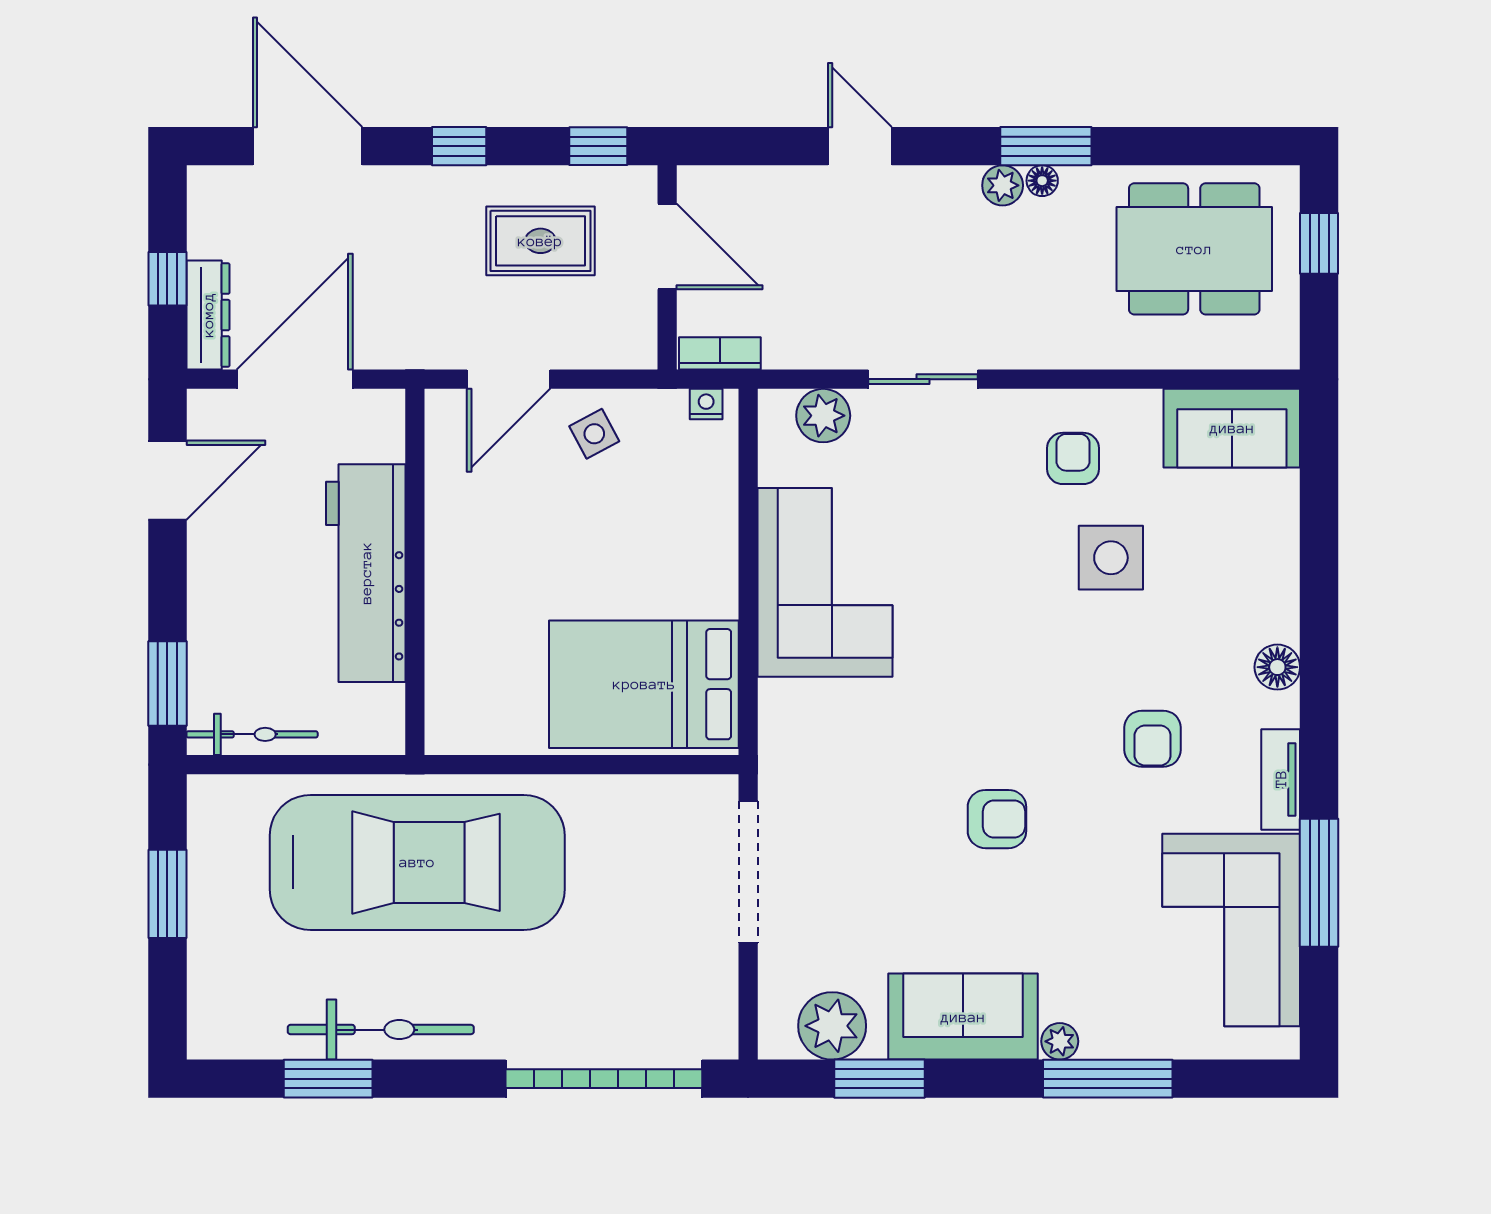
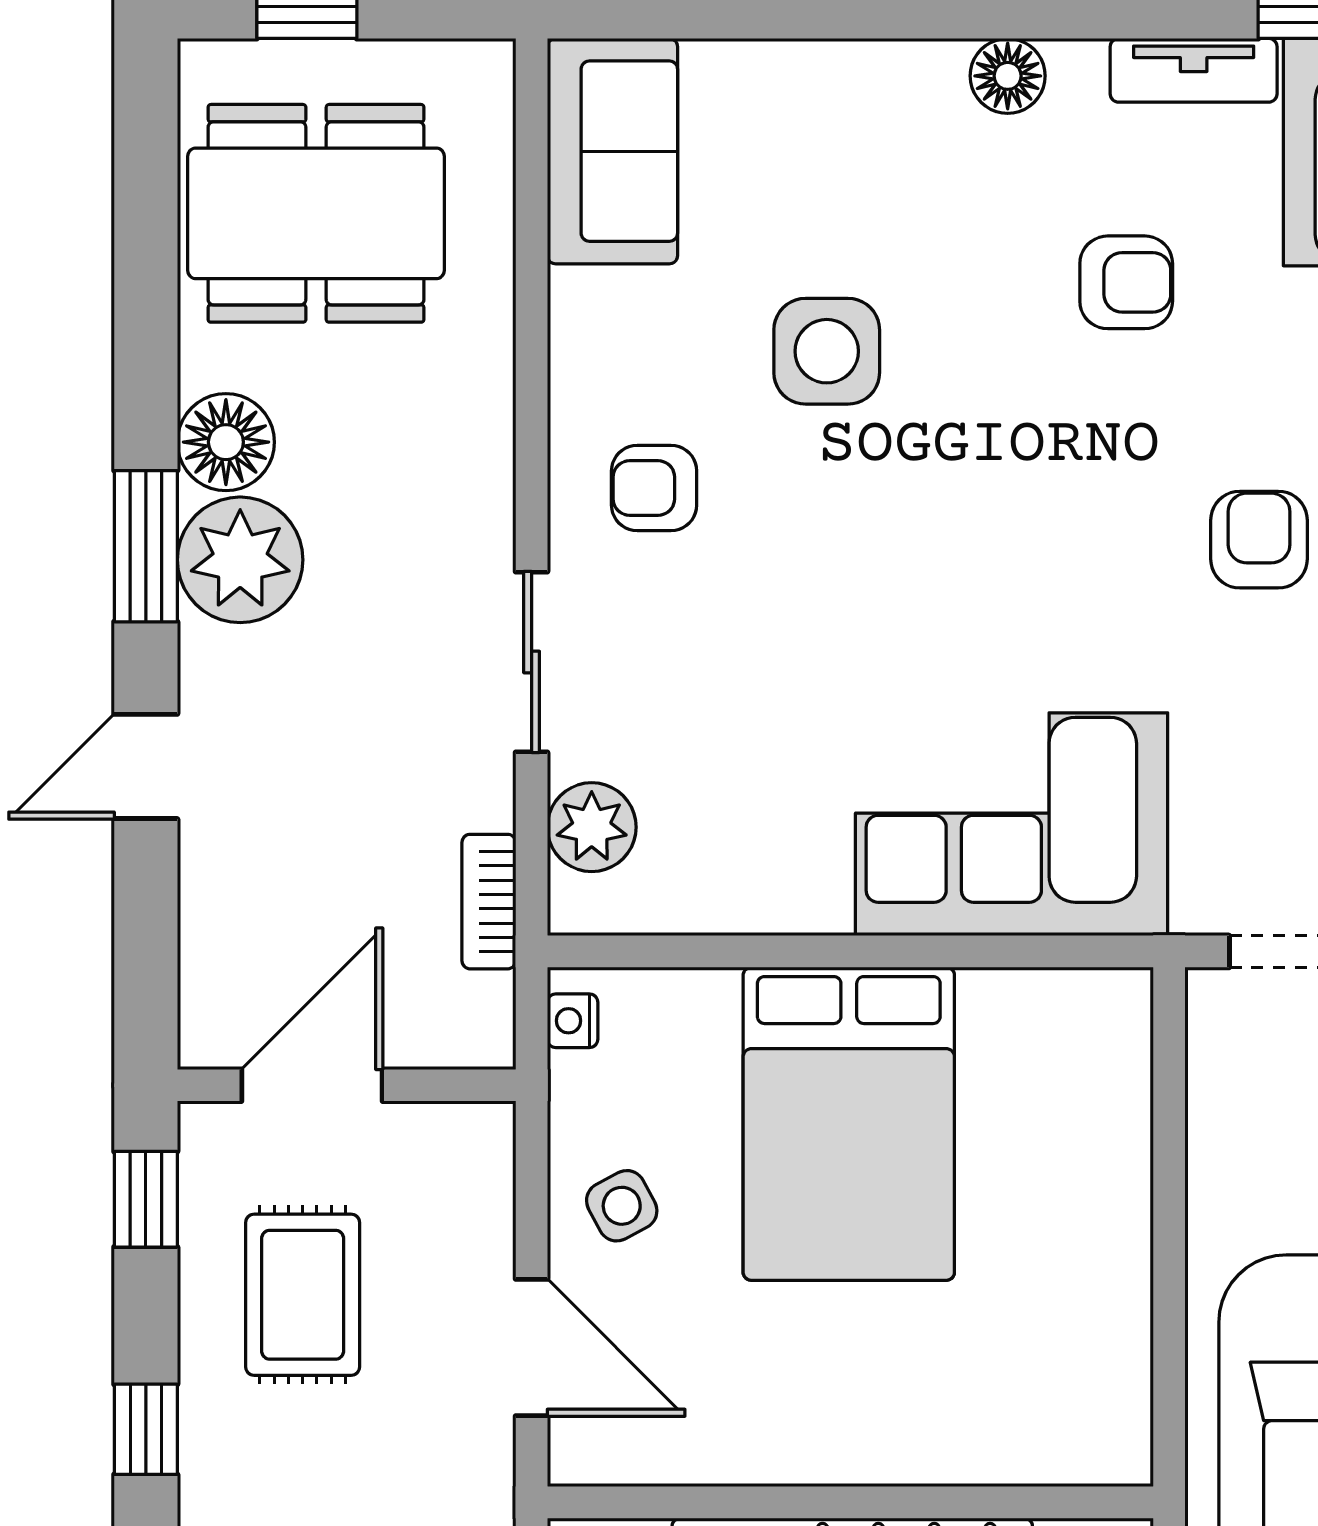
window: (1046, 146) -> (146, 546), moved
floor lamp: (1042, 181) -> (226, 442), width x1.89, depth x1.89
plant: (1003, 185) -> (240, 560), width x1.88, depth x1.88
dining table: (1194, 249) -> (316, 213), turned 90
bookcase: (720, 353) -> (489, 902), moved
armchair: (1073, 458) -> (654, 488), moved
corner sofa: (825, 582) -> (1012, 824), moved
bed: (644, 684) -> (849, 1124), moved

